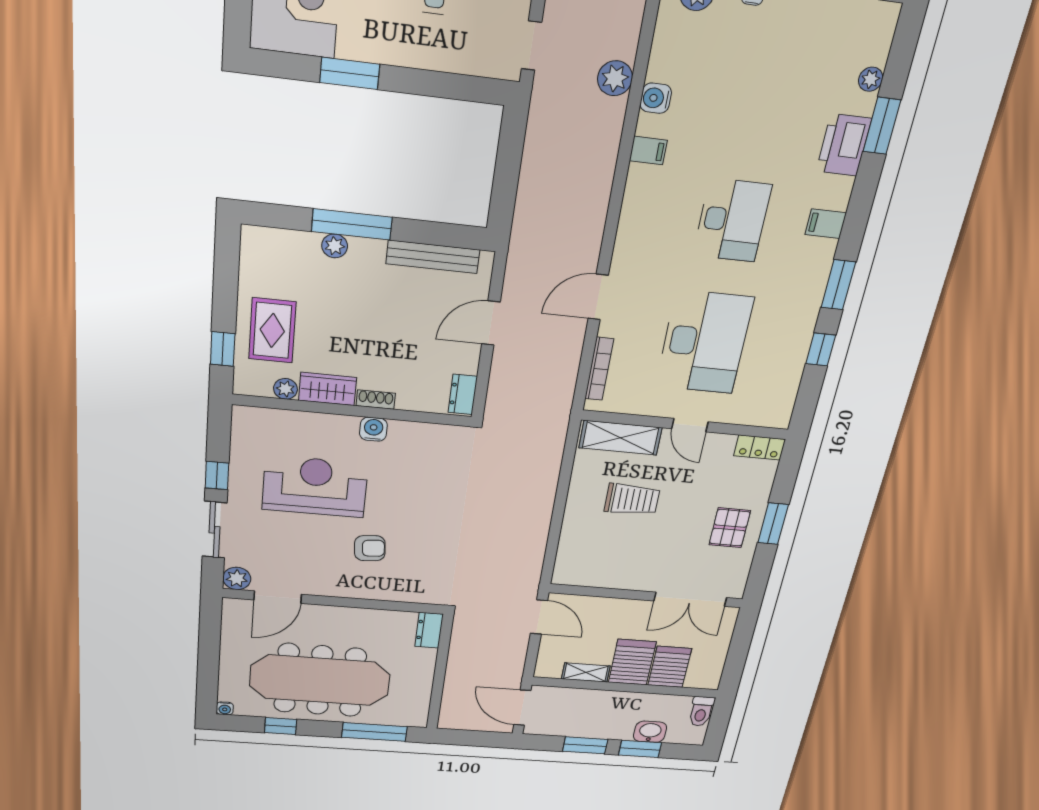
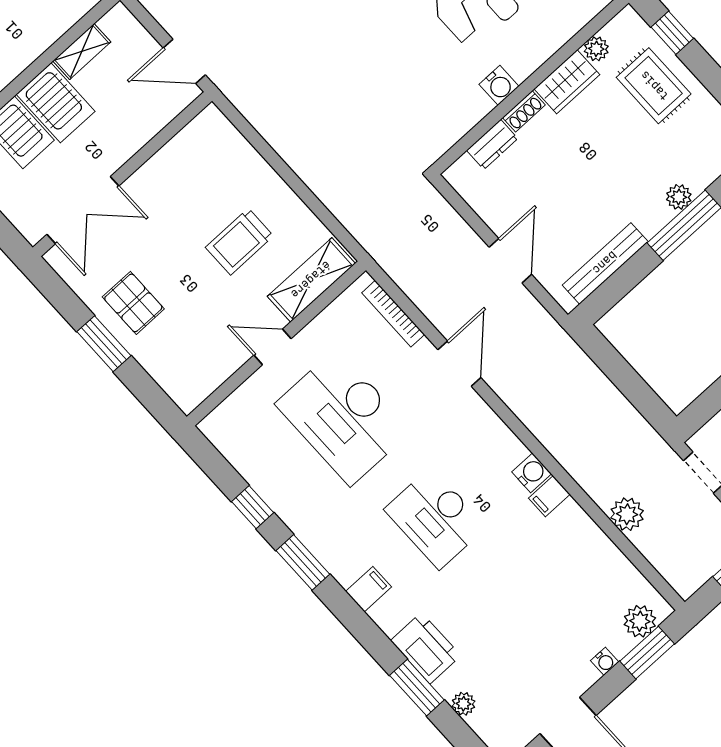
water cooler: (656, 98) -> (532, 473), moved
dresser: (463, 394) -> (492, 144), moved, turned 90
locker: (760, 448) -> (197, 389), removed
double door: (690, 599) -> (83, 210), swing flipped

